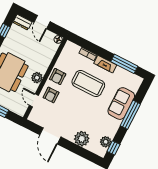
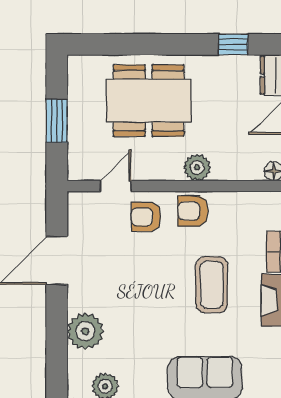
plant: (37, 78) -> (197, 167), moved
coffee table: (88, 84) -> (212, 285), width x0.73, depth x0.76

